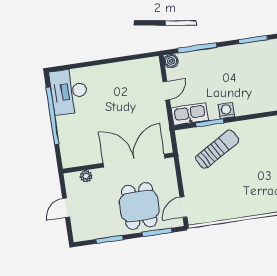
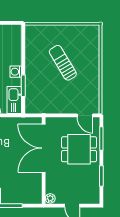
sun lounger: (217, 149) -> (63, 63), moved
plant: (86, 176) -> (50, 198), moved

